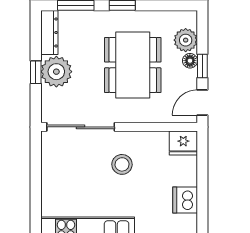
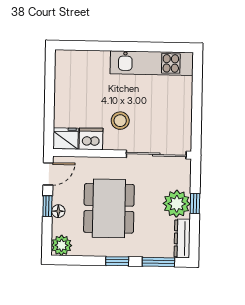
plant: (186, 40) -> (61, 245), moved
dishwasher: (185, 200) -> (91, 139), moved, turned -90

